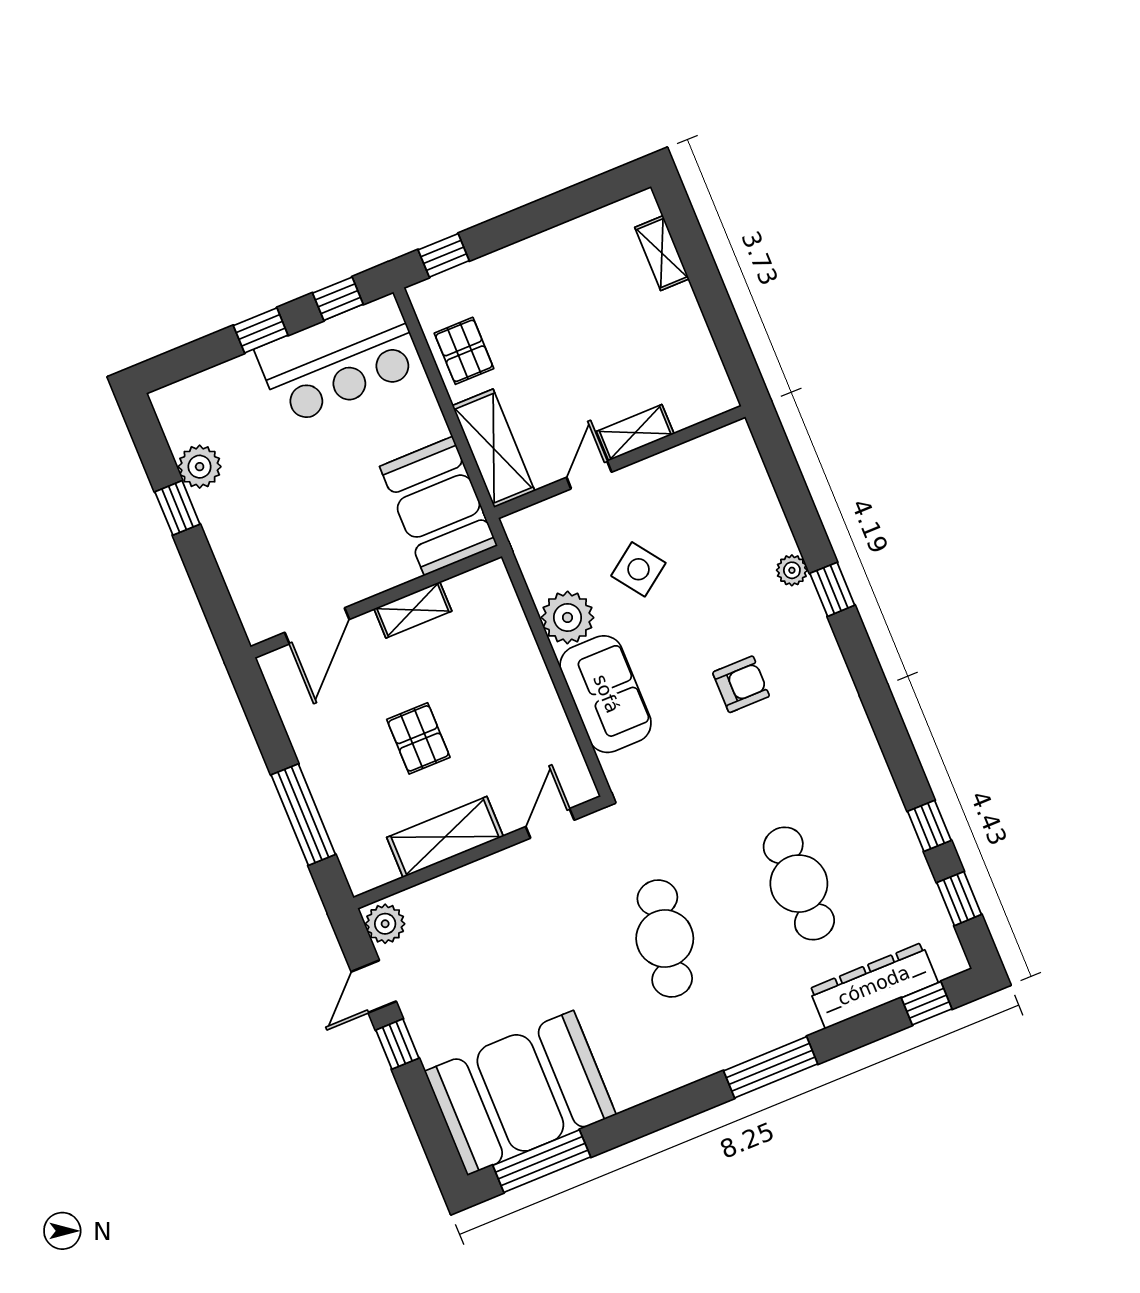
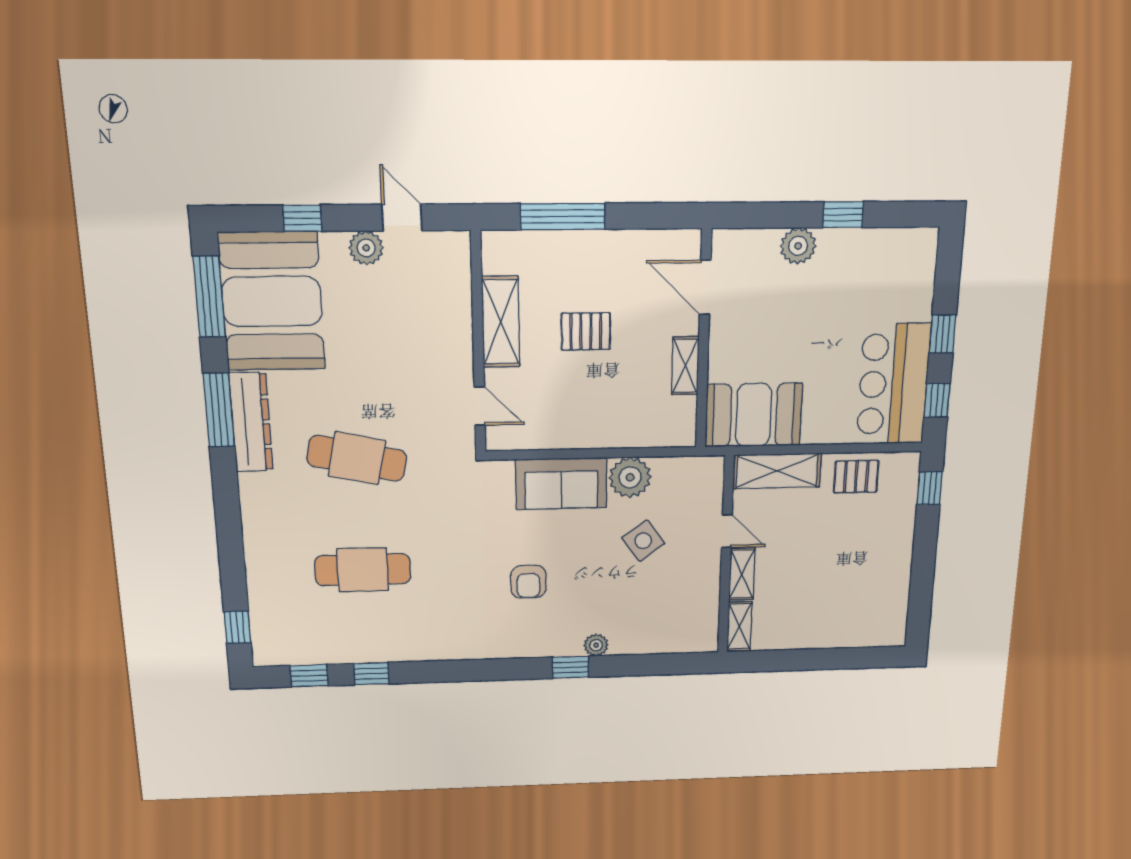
shelving: (662, 253) -> (739, 626), moved, turned 90
plant: (200, 467) -> (798, 246), moved
plant: (385, 924) -> (366, 248), moved
dresser: (874, 986) -> (251, 422), moved
window: (397, 1044) -> (302, 218), moved
window: (771, 1067) -> (219, 410), moved

